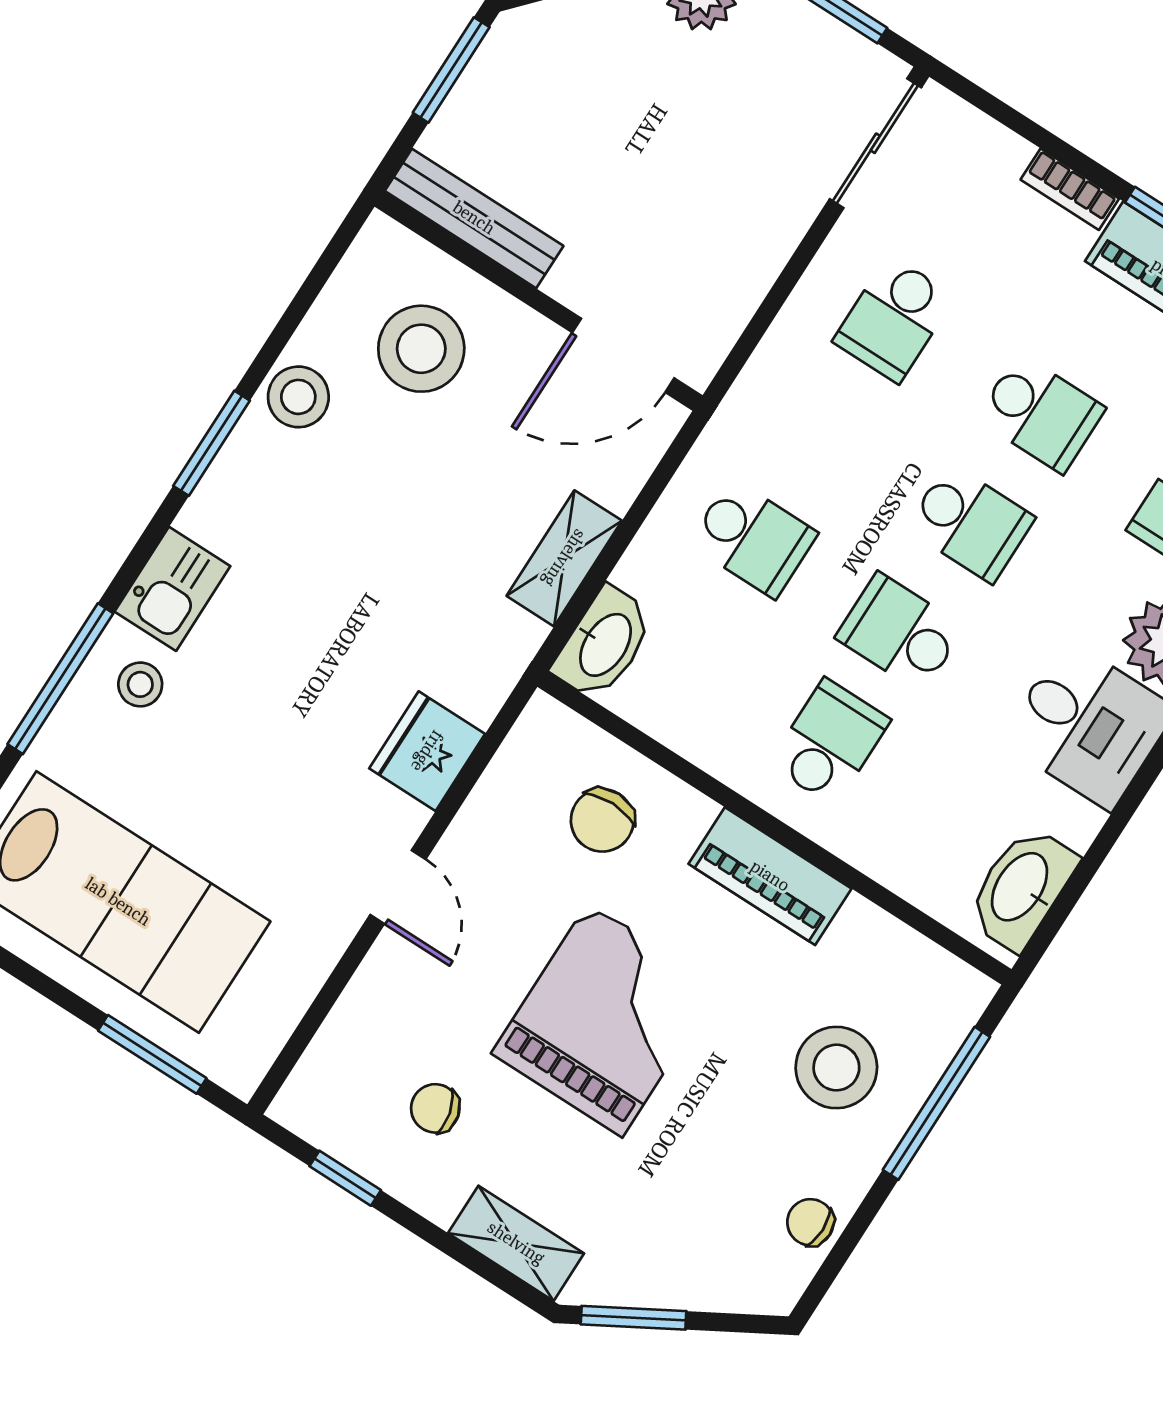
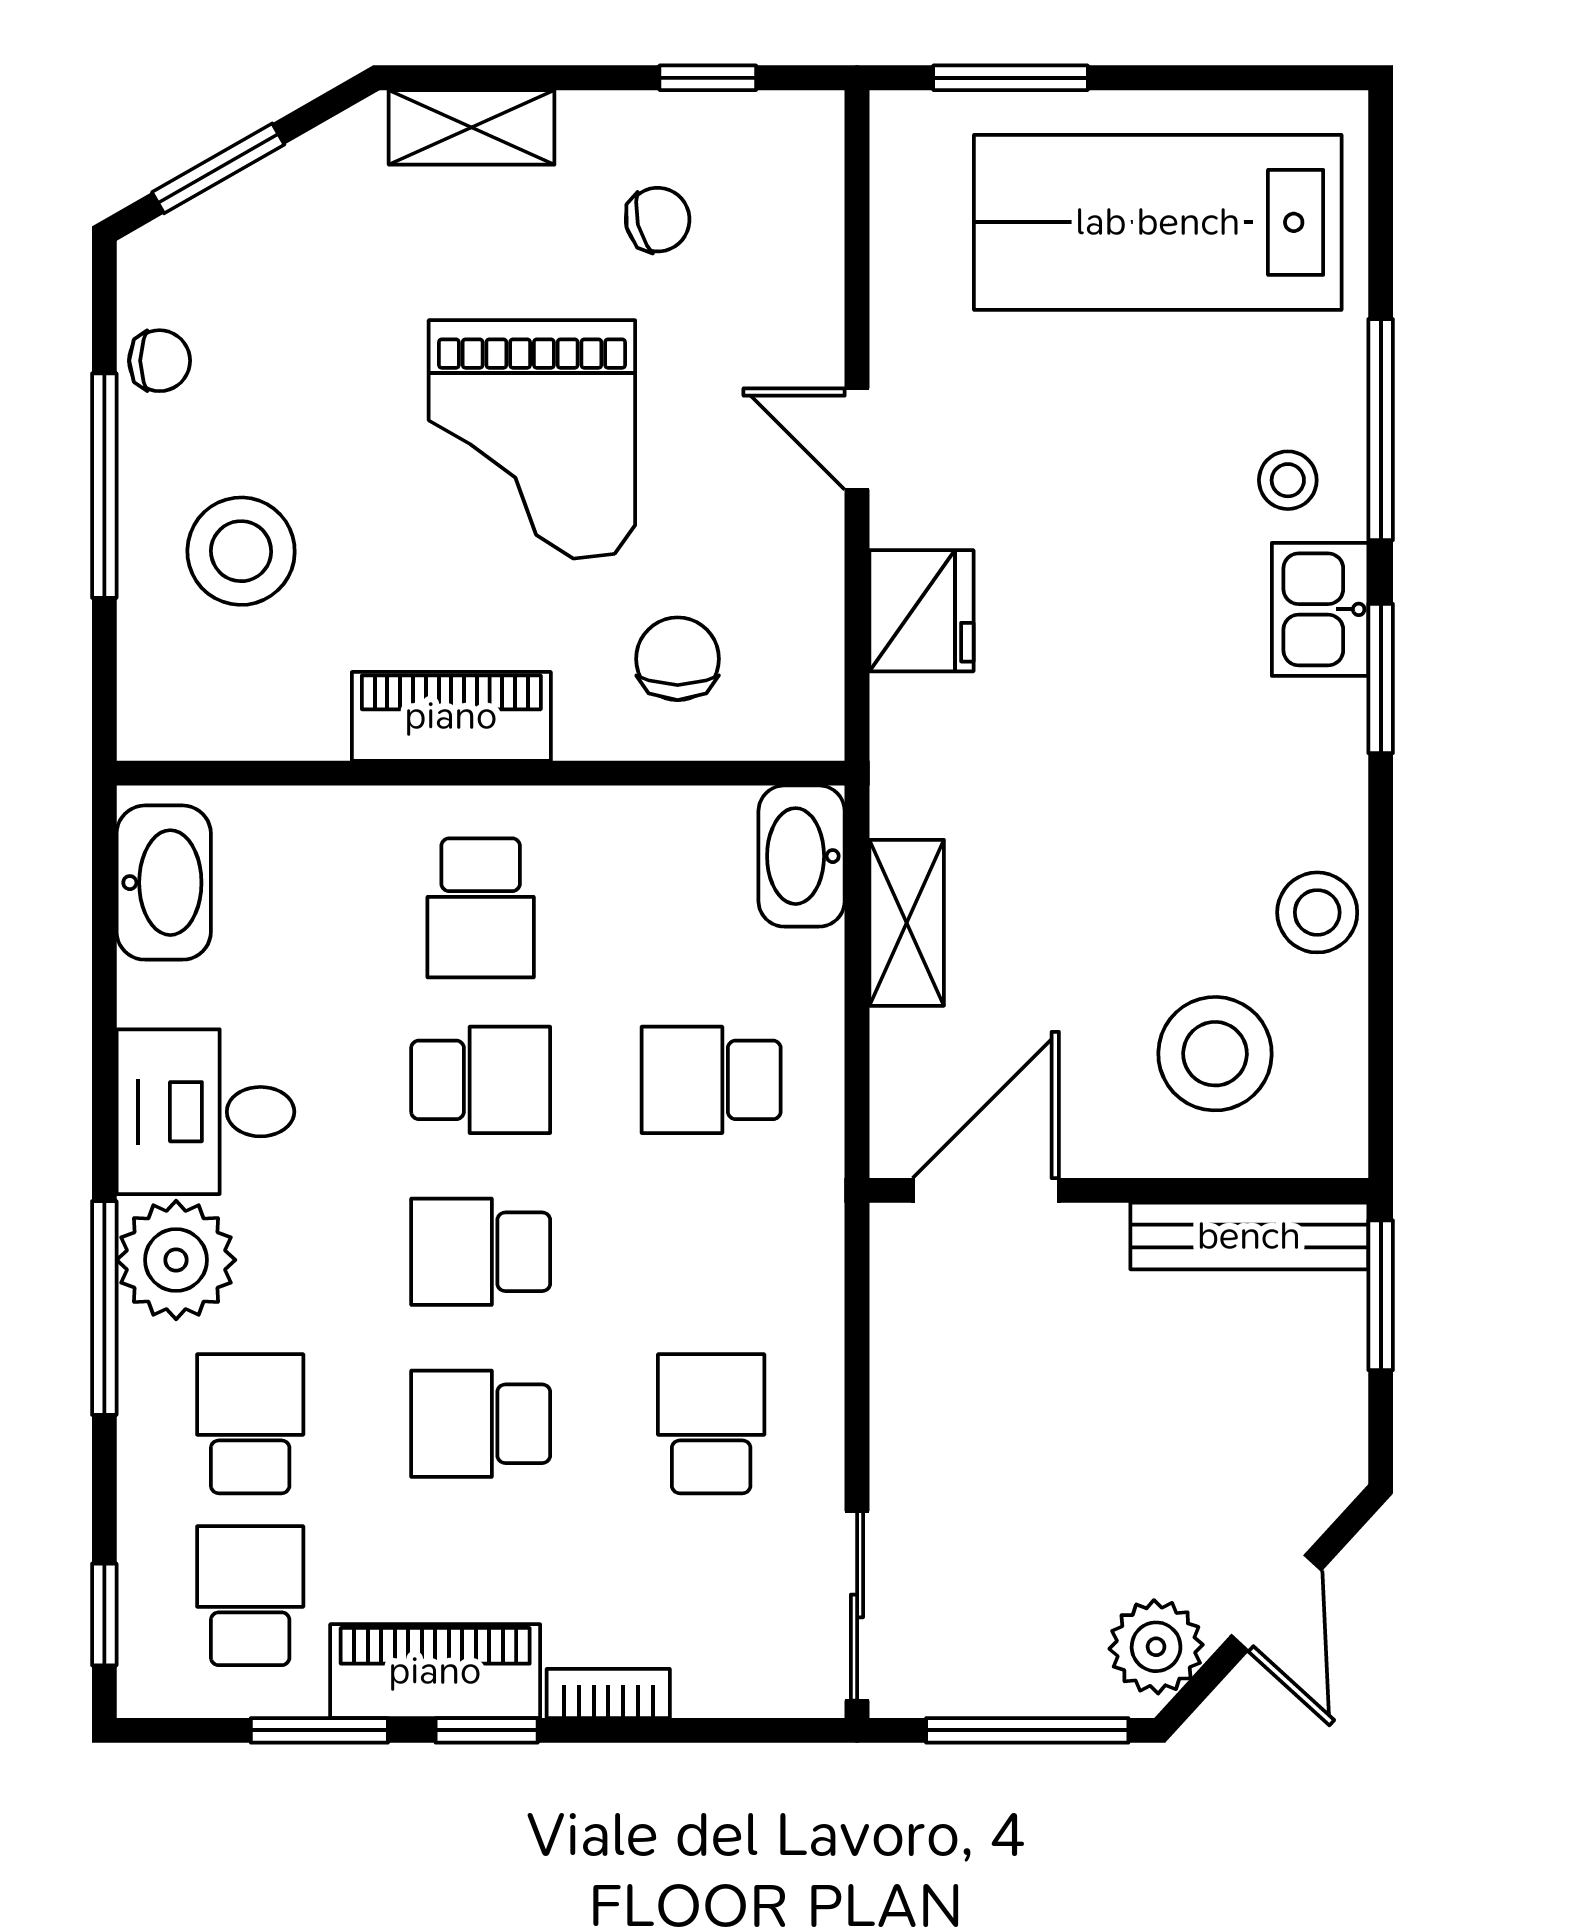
window: (451, 70) -> (1381, 1295), moved
window: (212, 443) -> (1381, 678), moved
window: (936, 1103) -> (104, 486), moved
window: (634, 1318) -> (218, 168), moved

